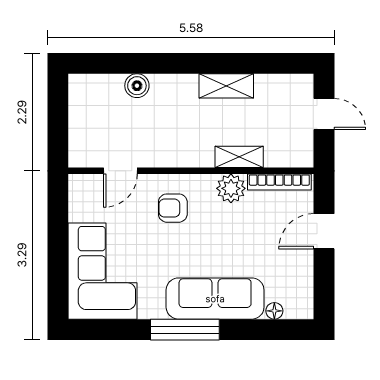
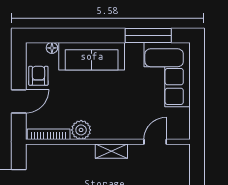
shelving: (239, 157) -> (111, 151), moved
armchair: (173, 208) -> (38, 76), moved, turned -90
window: (185, 330) -> (148, 35), moved

